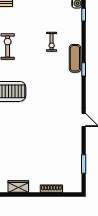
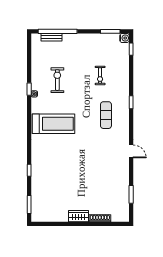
exercise mat: (75, 58) -> (106, 115), moved
wardrobe: (18, 187) -> (78, 216), moved

